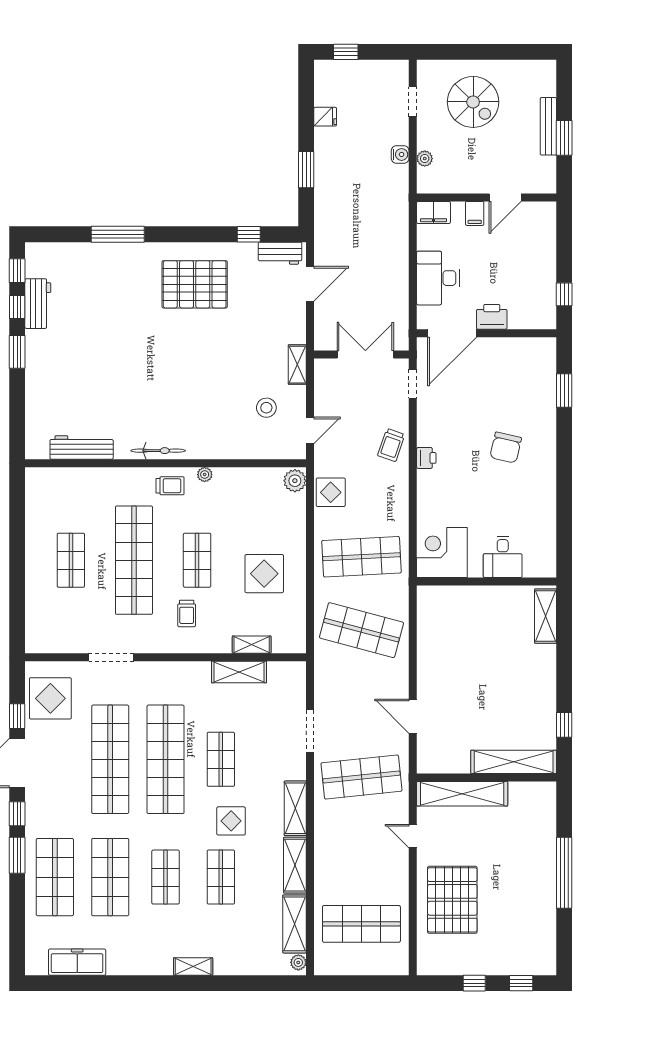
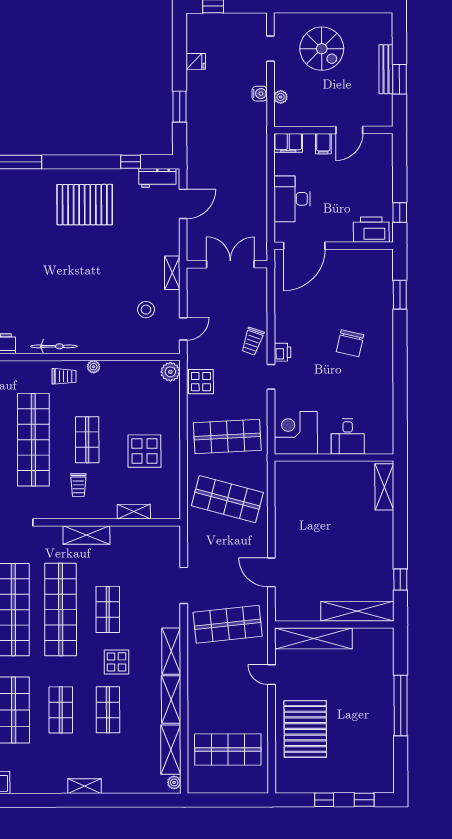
printer: (492, 317) -> (371, 230), moved, width x1.37, depth x1.19
doorway: (413, 384) -> (271, 377), moved
shelving: (239, 672) -> (86, 535), moved

